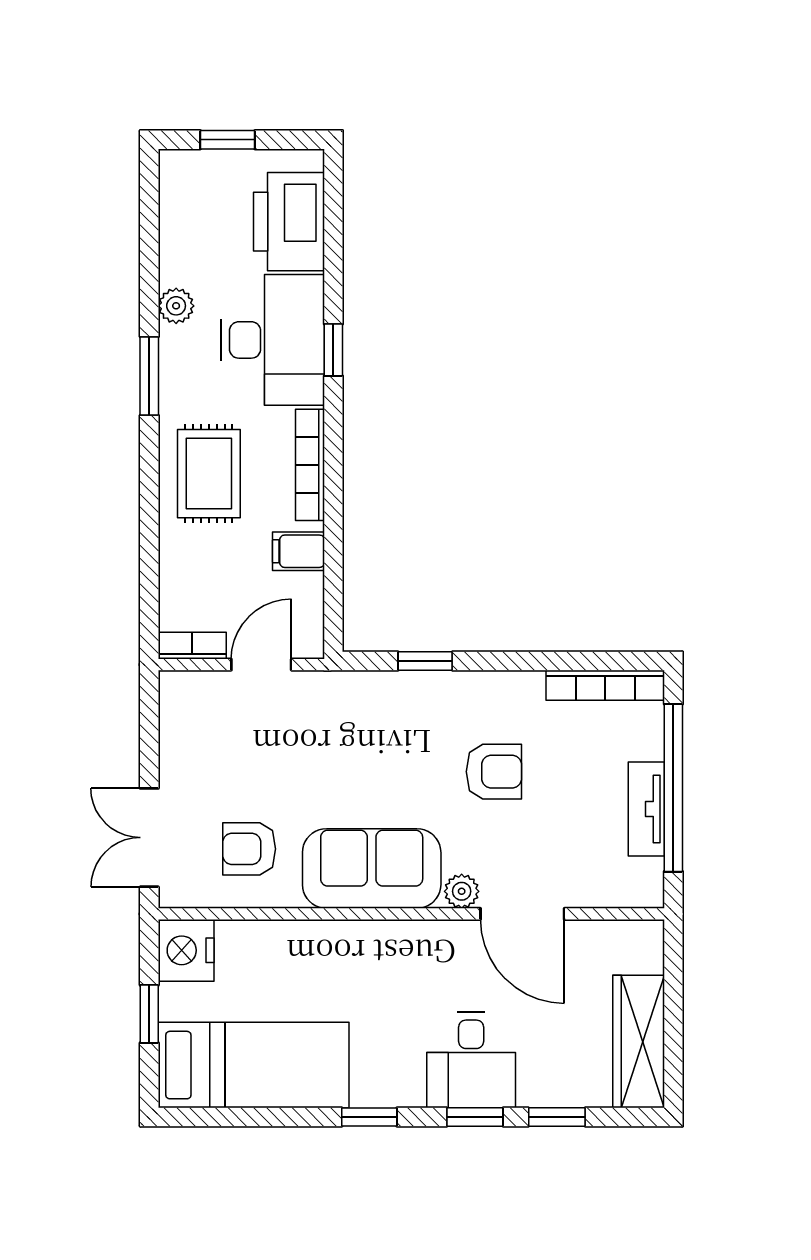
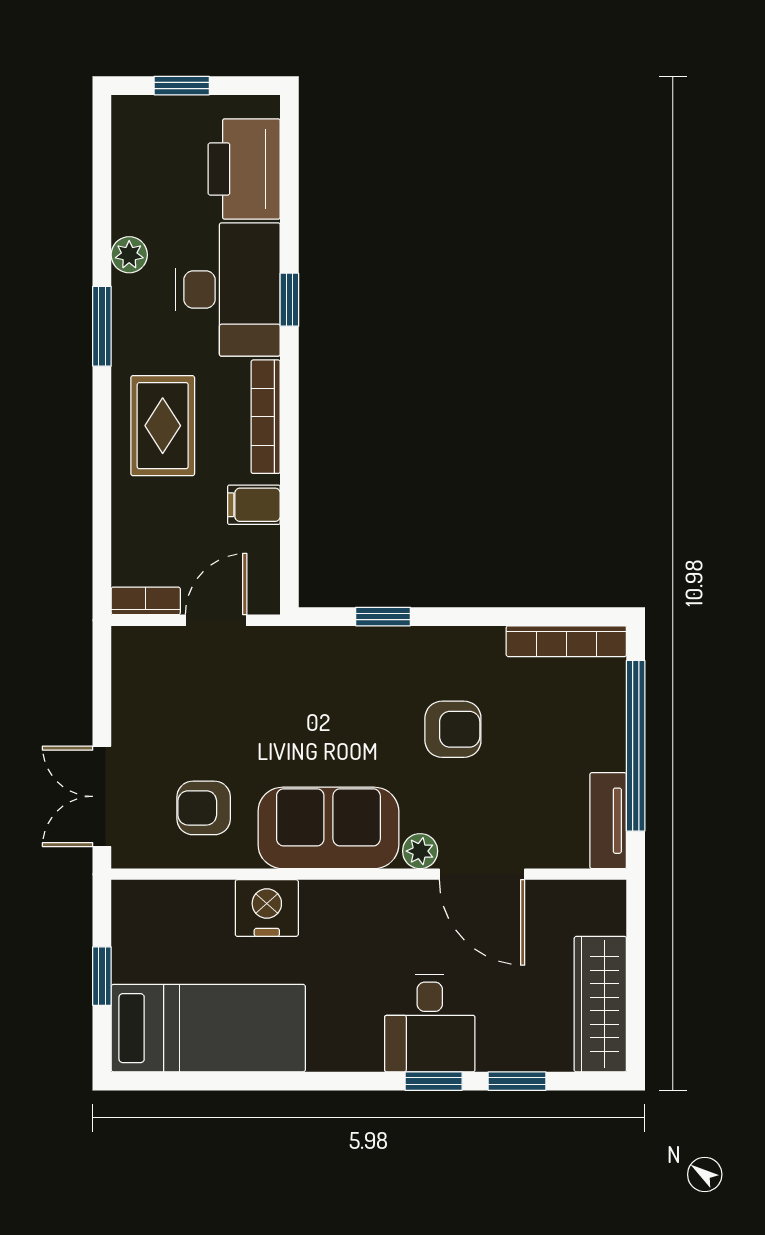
tv unit: (646, 809) -> (608, 821), moved
nightstand: (186, 950) -> (267, 908), moved, turned 90
window: (369, 1117) -> (326, 1081), removed

